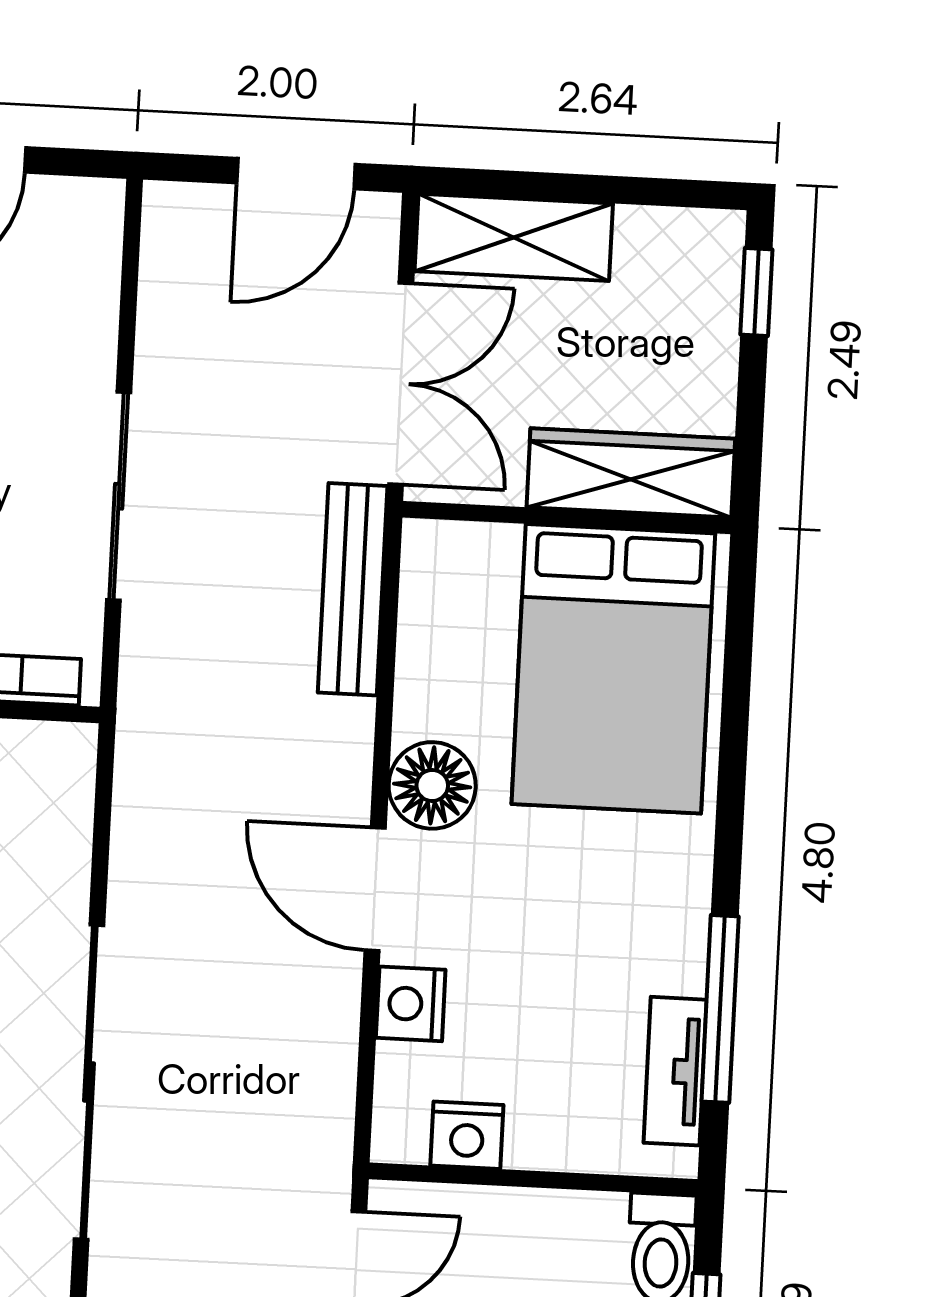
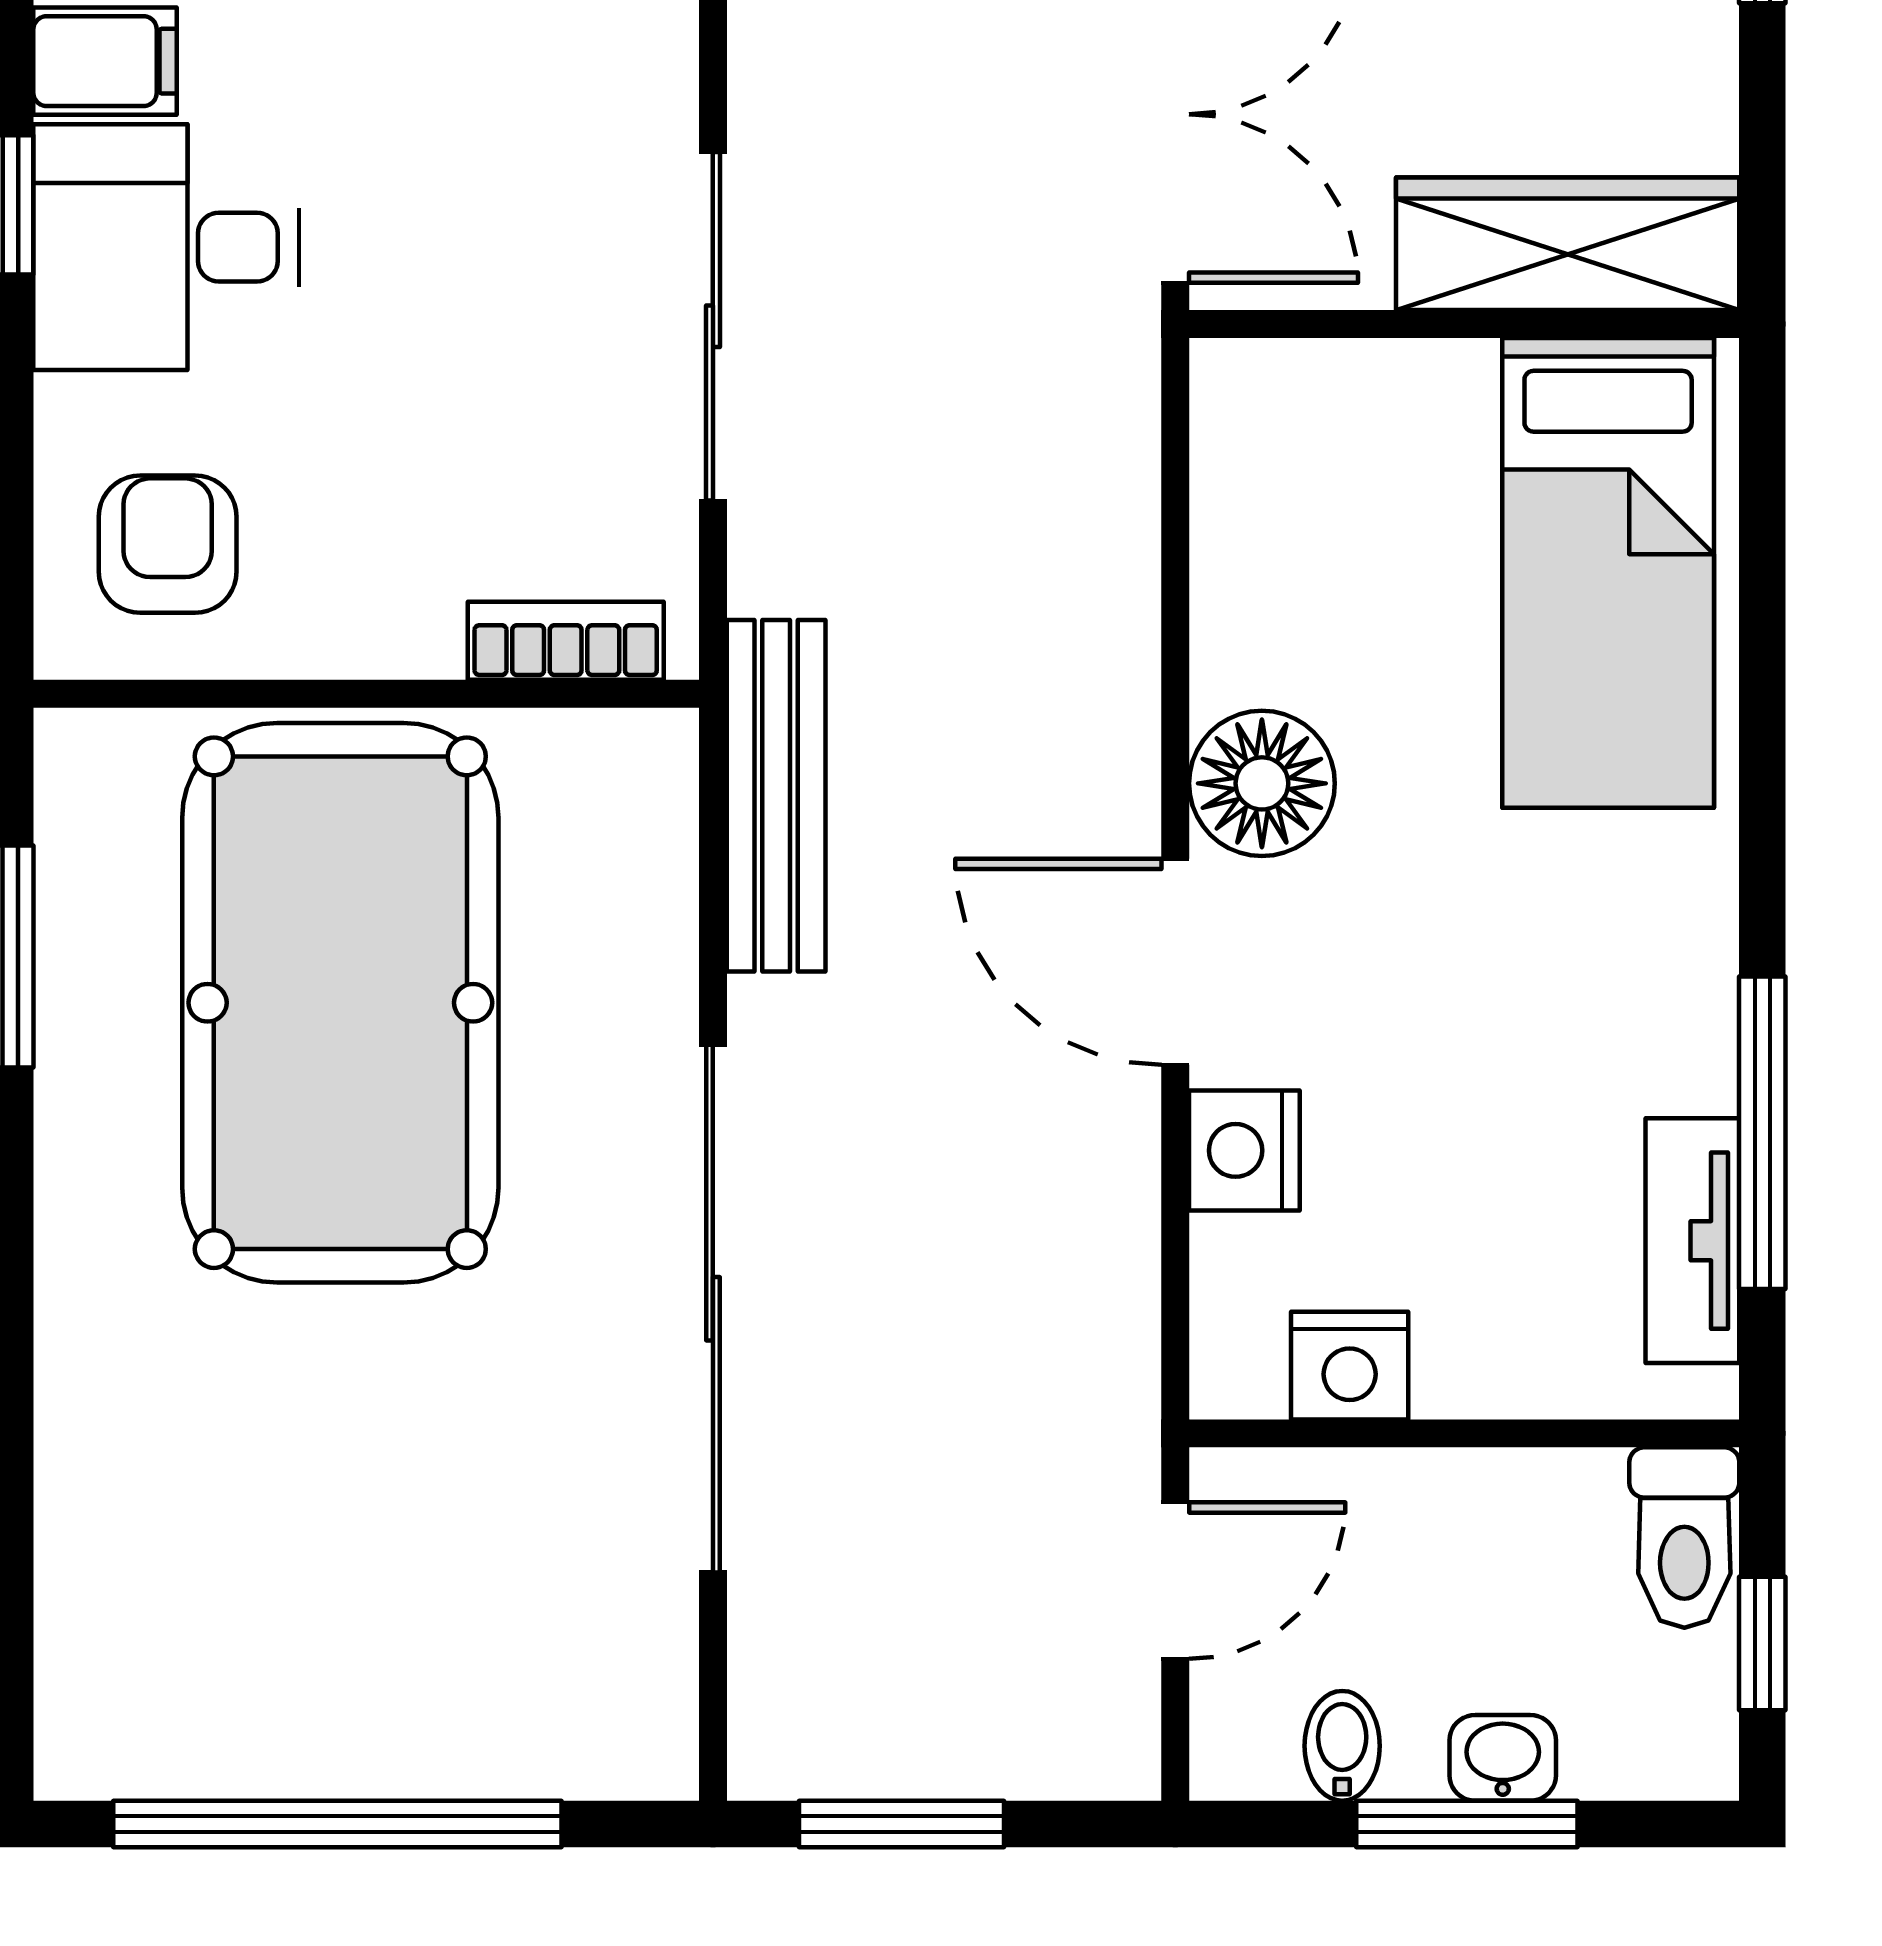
bench: (353, 589) -> (776, 796), moved
bed: (613, 669) -> (1608, 573), width x0.67

